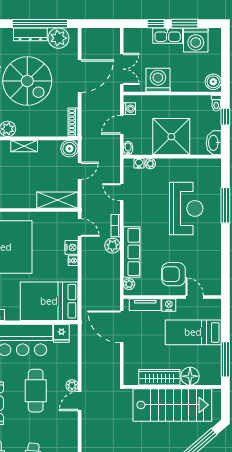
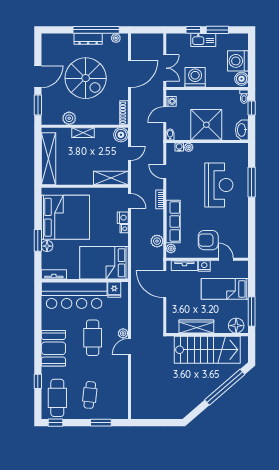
plant: (58, 38) -> (116, 38), width x0.53, depth x0.53
washing machine: (196, 40) -> (238, 61), moved, turned 90
plant: (112, 246) -> (157, 241), moved
floor lamp: (190, 376) -> (236, 326), moved

